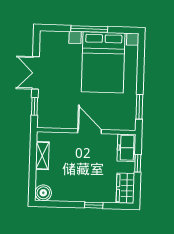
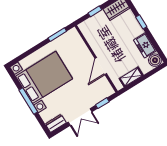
dresser: (46, 42) -> (56, 123), added
door: (90, 131) -> (101, 66), moved
freezer: (126, 148) -> (145, 45), moved, turned 90

